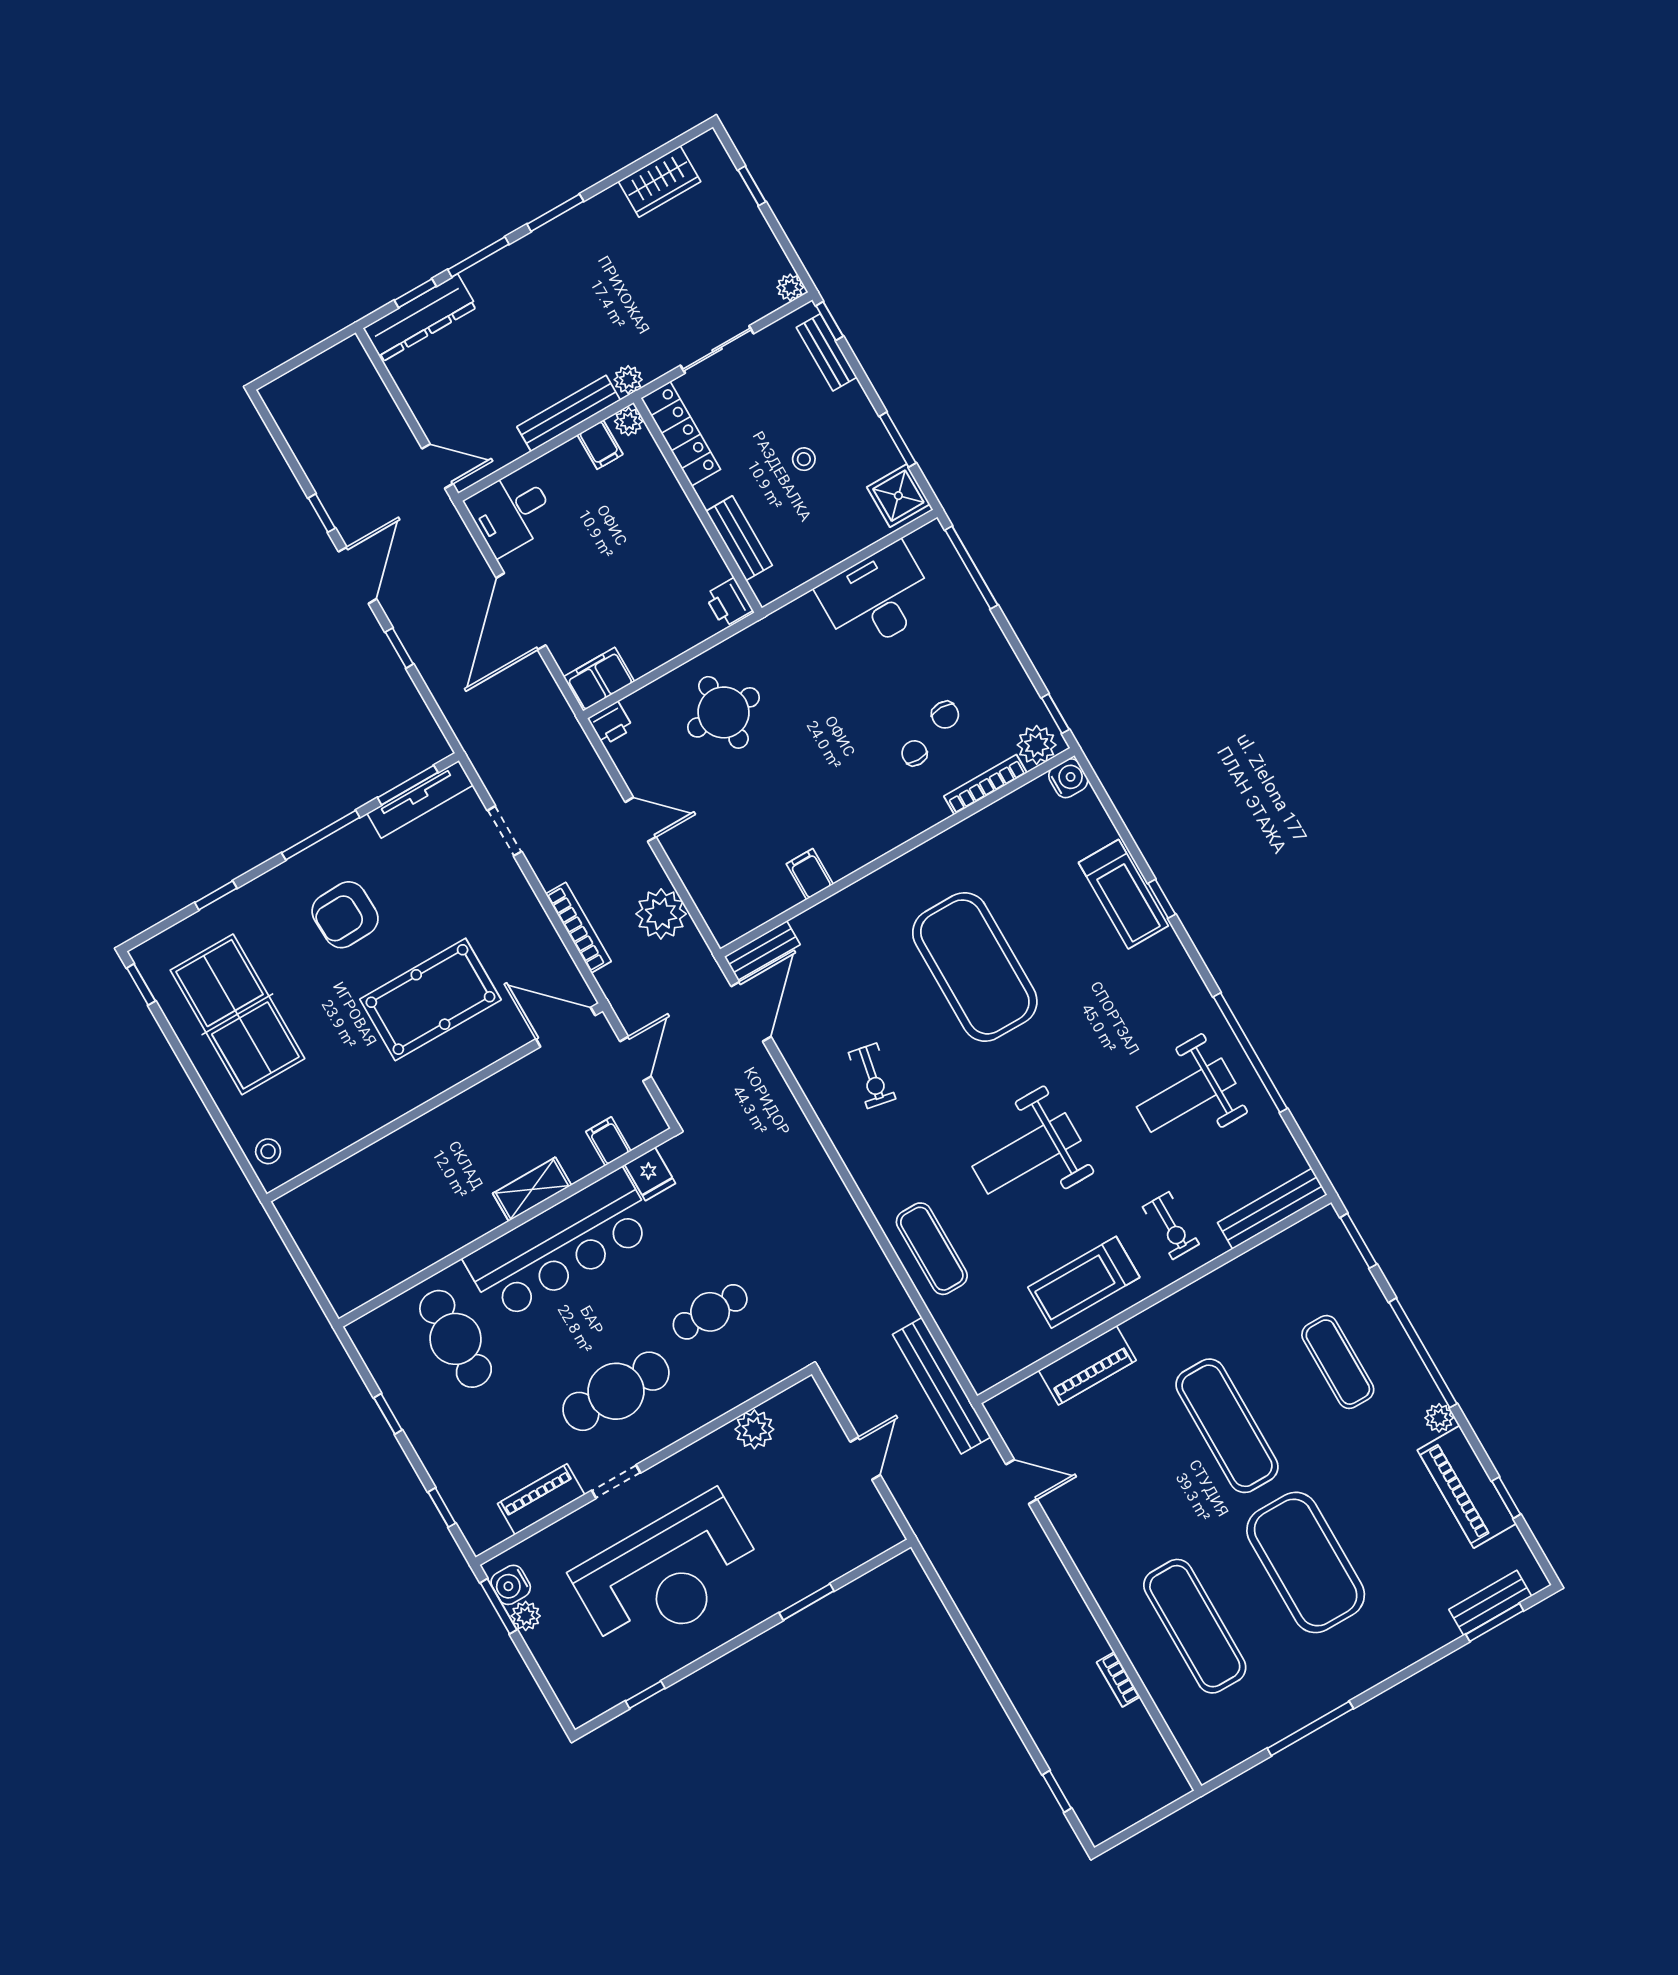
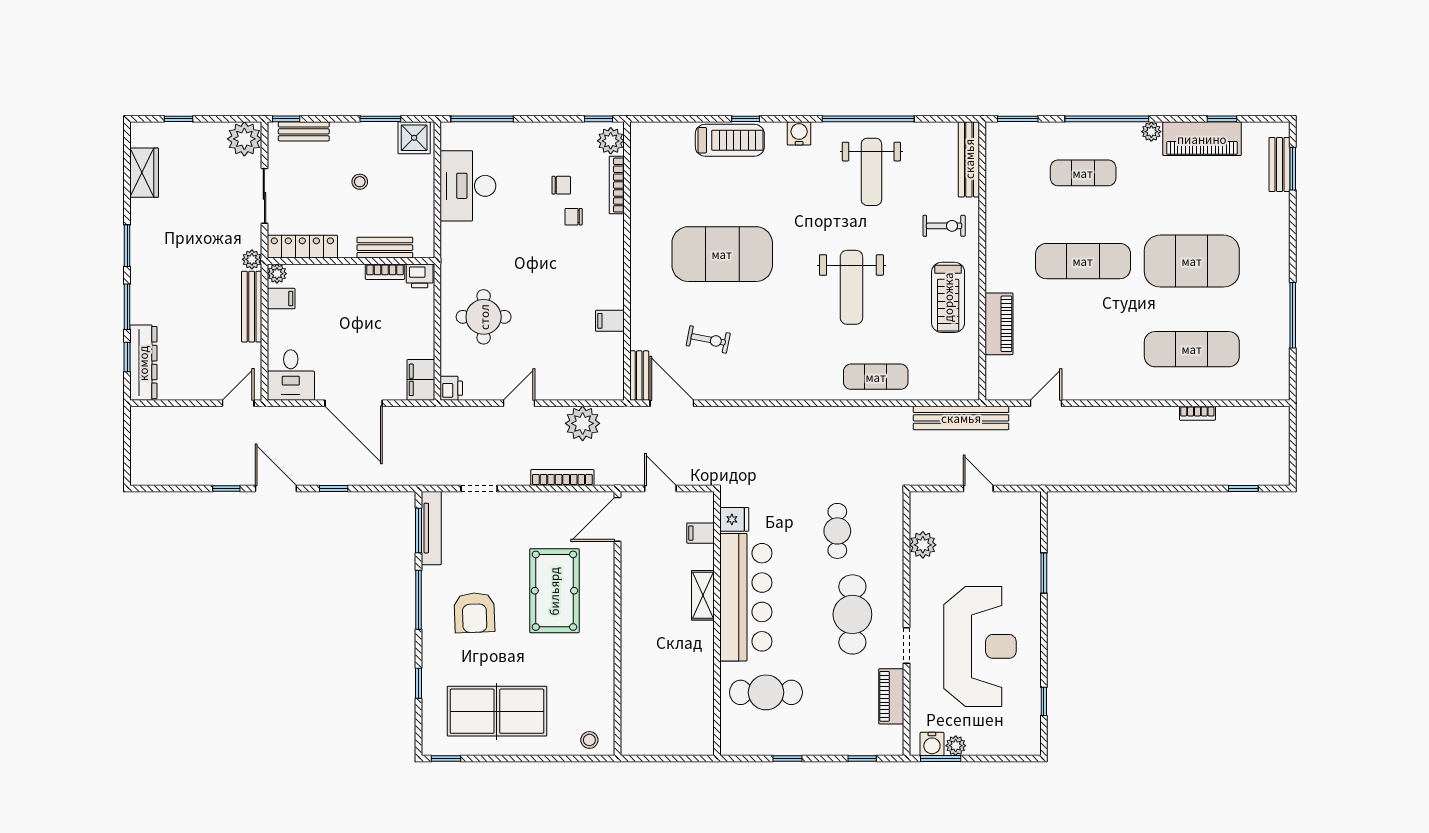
plant: (790, 287) -> (244, 139), width x1.88, depth x1.88
bookcase: (709, 556) -> (385, 272), added
water cooler: (1068, 778) -> (799, 133), moved
exercise bike: (872, 1076) -> (708, 339), moved

